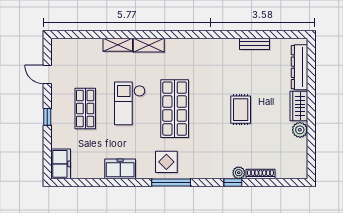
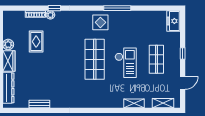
shelving: (149, 45) -> (163, 103), moved
door: (47, 75) -> (183, 83), hinge flipped
rug: (241, 110) -> (36, 42), moved
freezer: (120, 169) -> (132, 18), removed
window: (171, 182) -> (117, 8), moved

